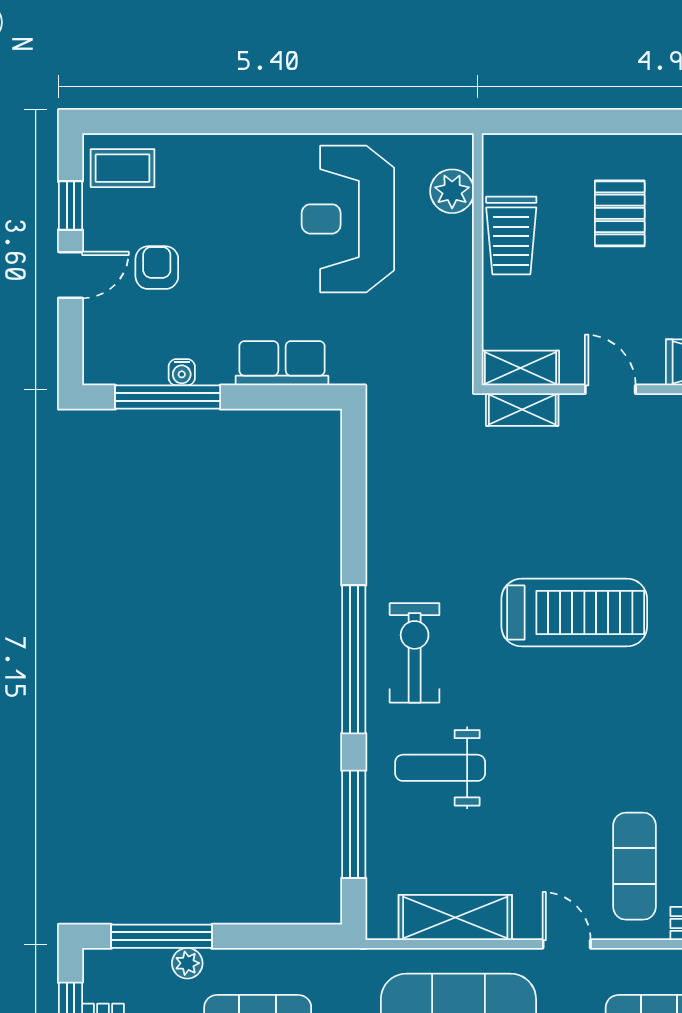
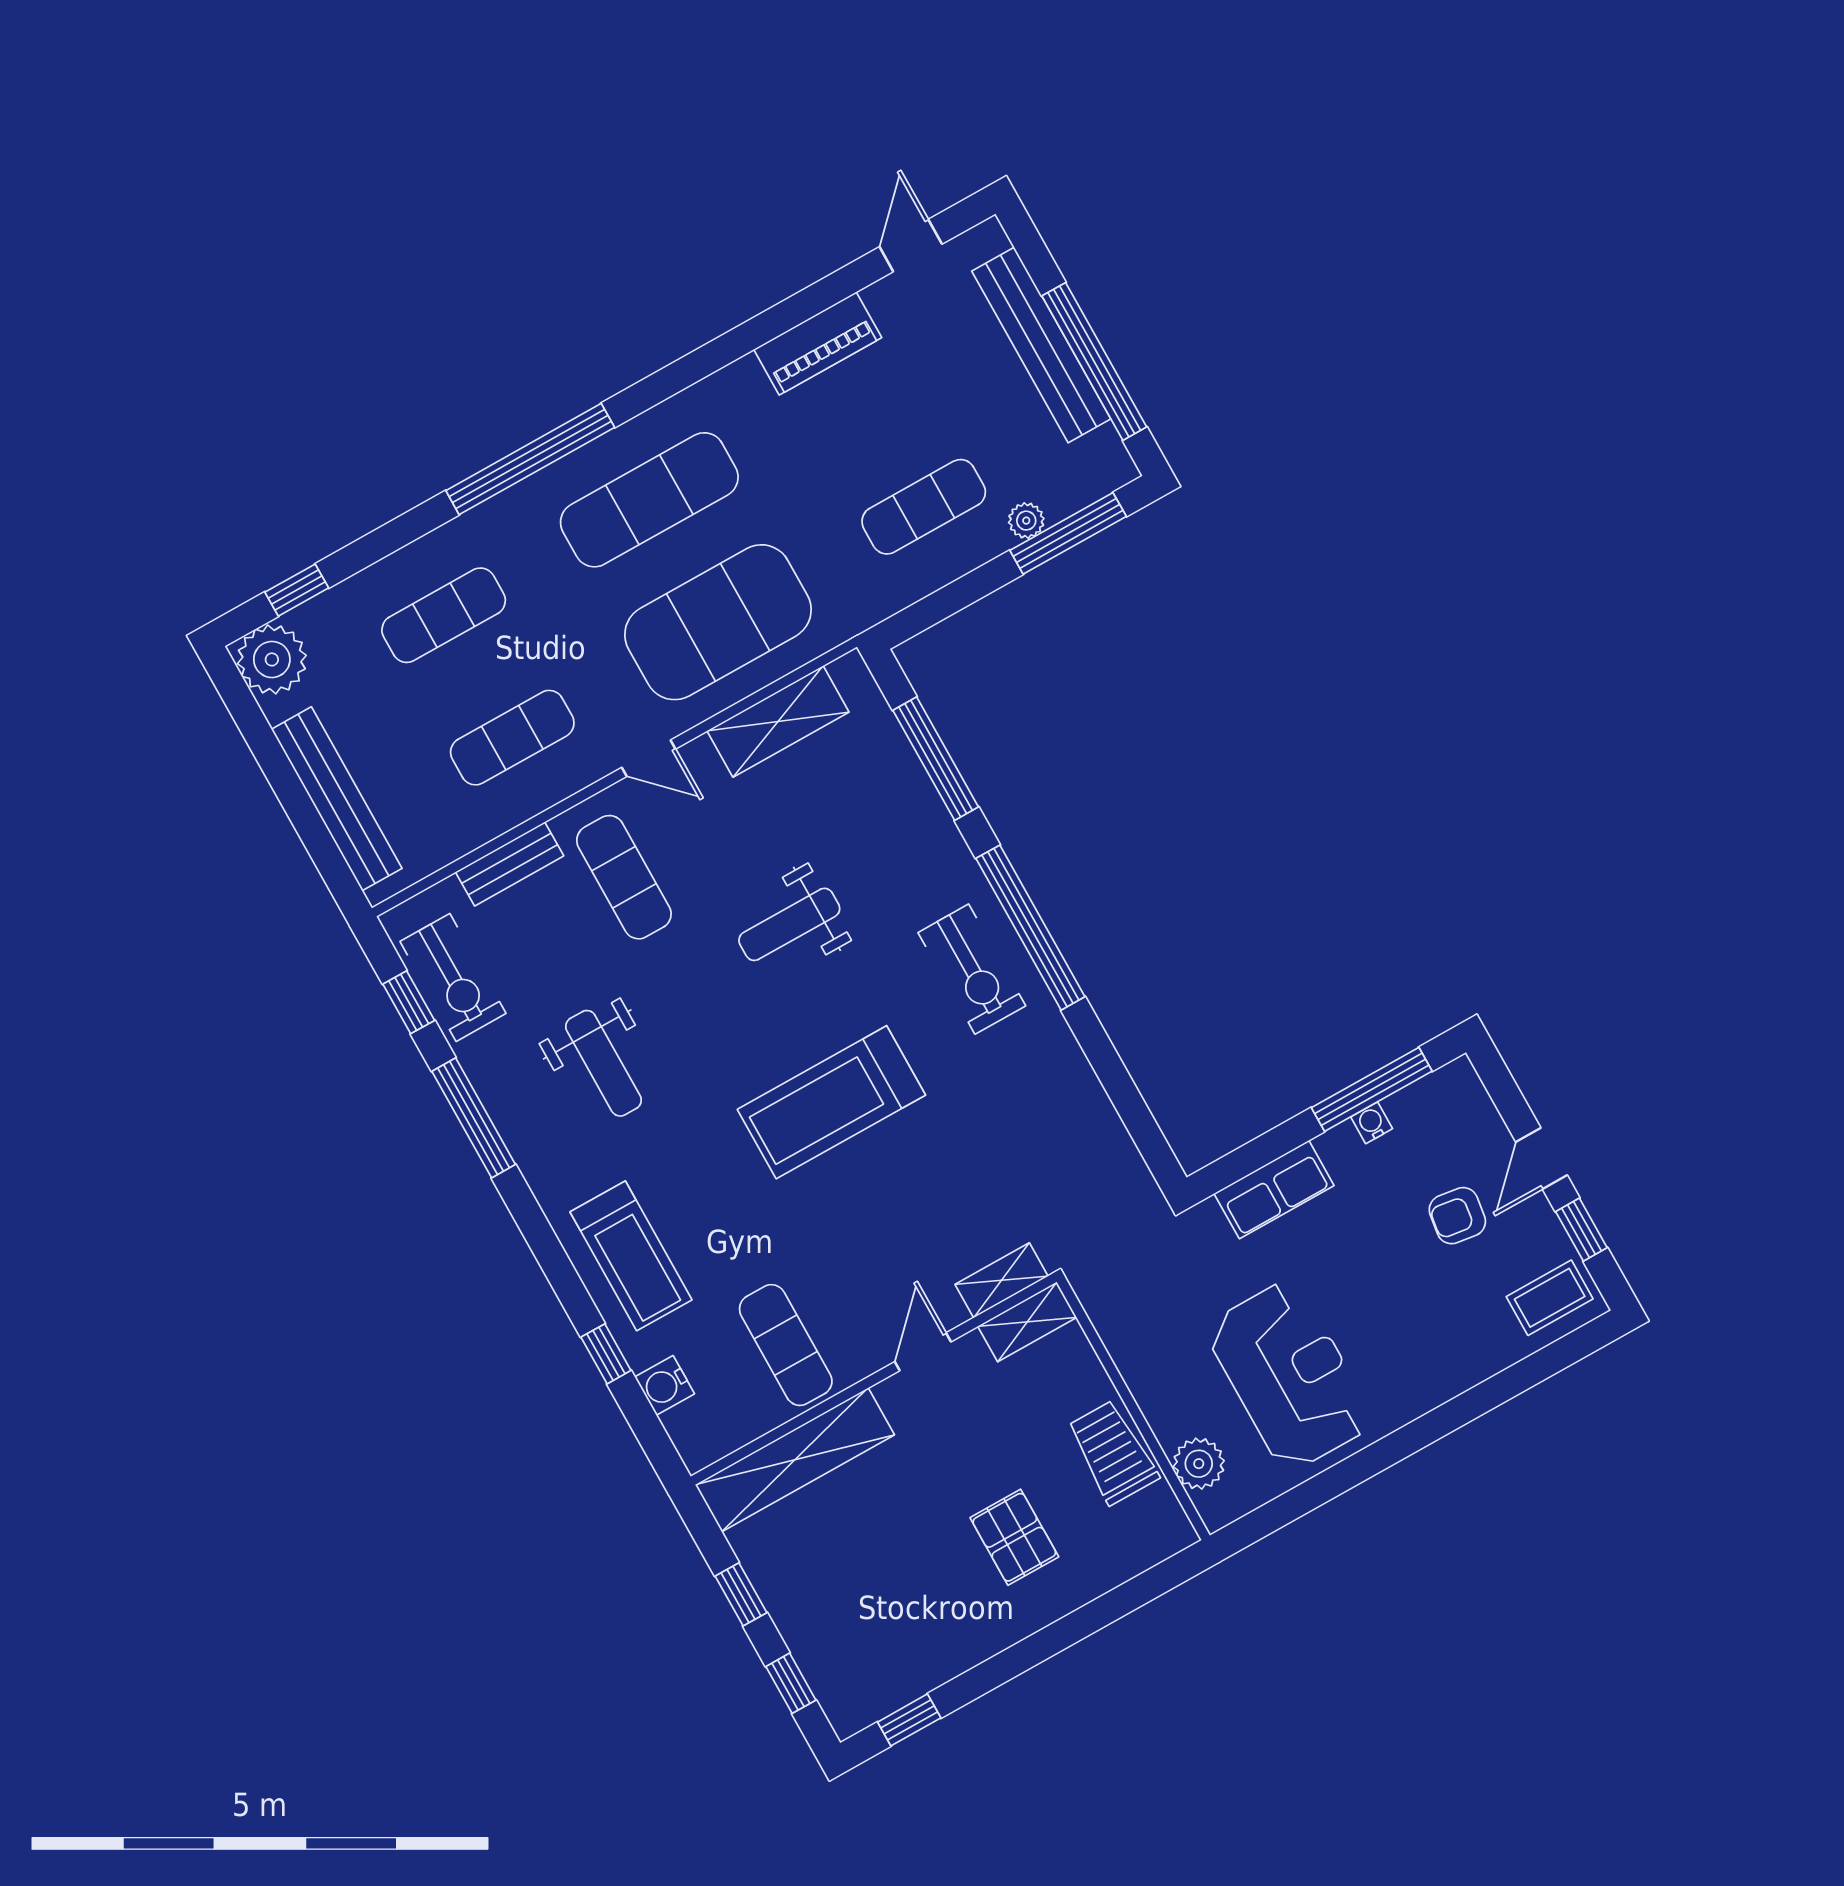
armchair: (157, 268) -> (1457, 1216), turned 98
door: (610, 389) -> (923, 1352), swing flipped
weight bench: (440, 768) -> (789, 924), moved, turned 180

